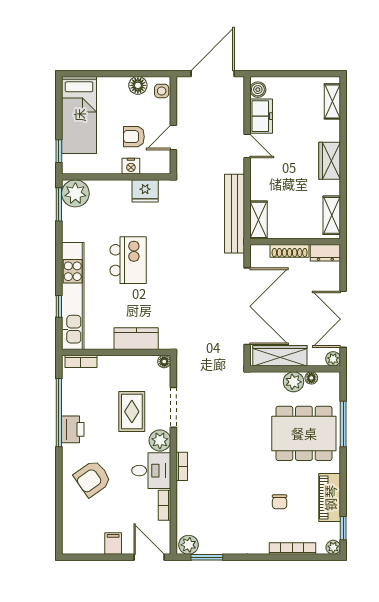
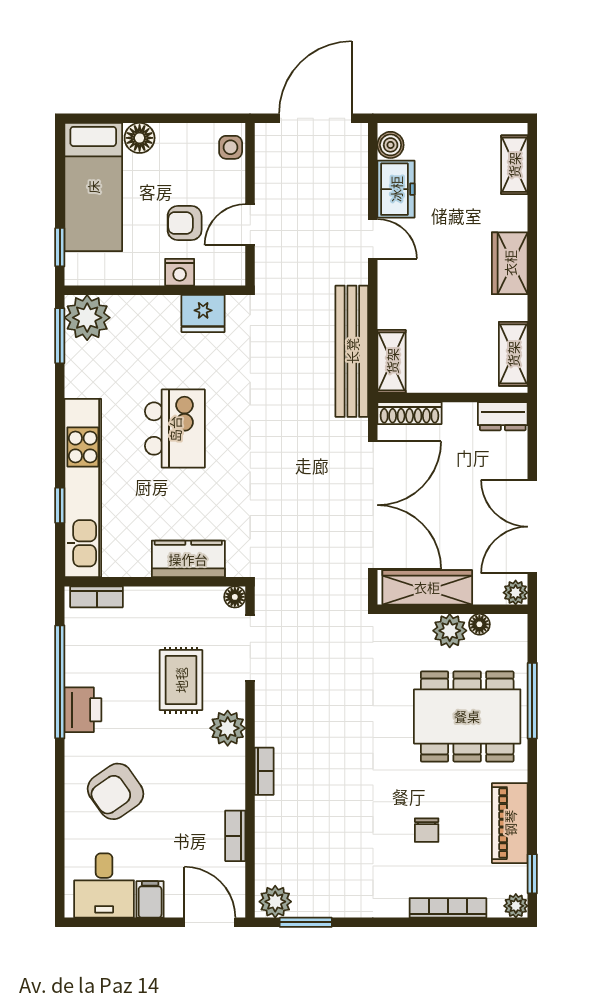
floor lamp: (138, 85) -> (140, 138), moved
shoe rack: (290, 251) -> (410, 413), moved
doorway: (173, 407) -> (250, 648), moved
desk: (151, 471) -> (104, 886), moved, turned 90

